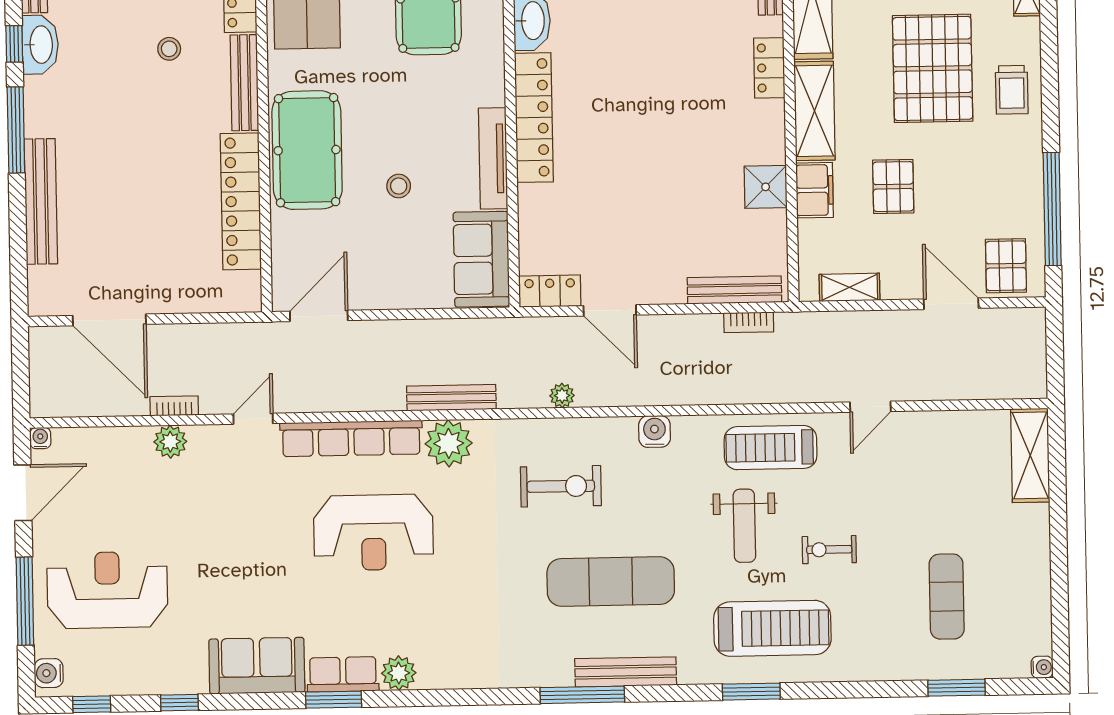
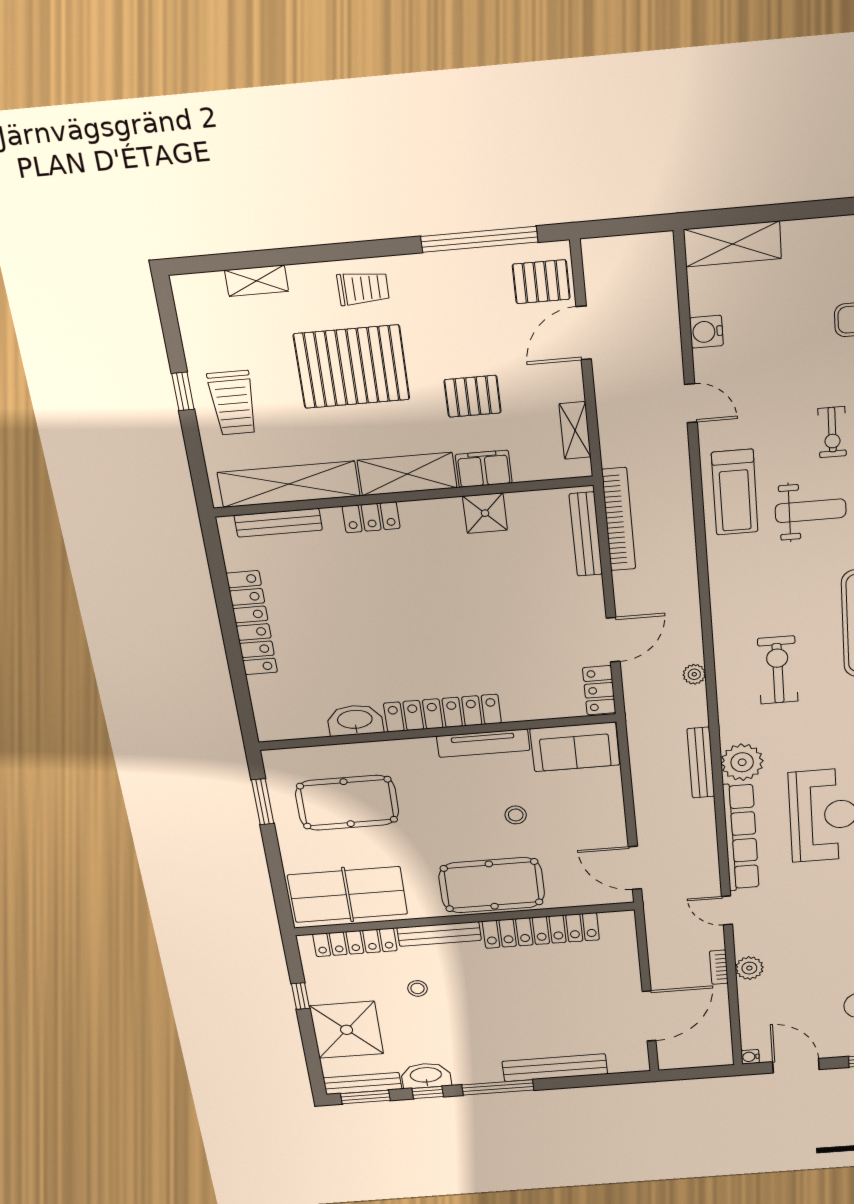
bookcase: (749, 322) -> (619, 519), width x2.31, depth x1.31
water cooler: (655, 432) -> (706, 332), moved

